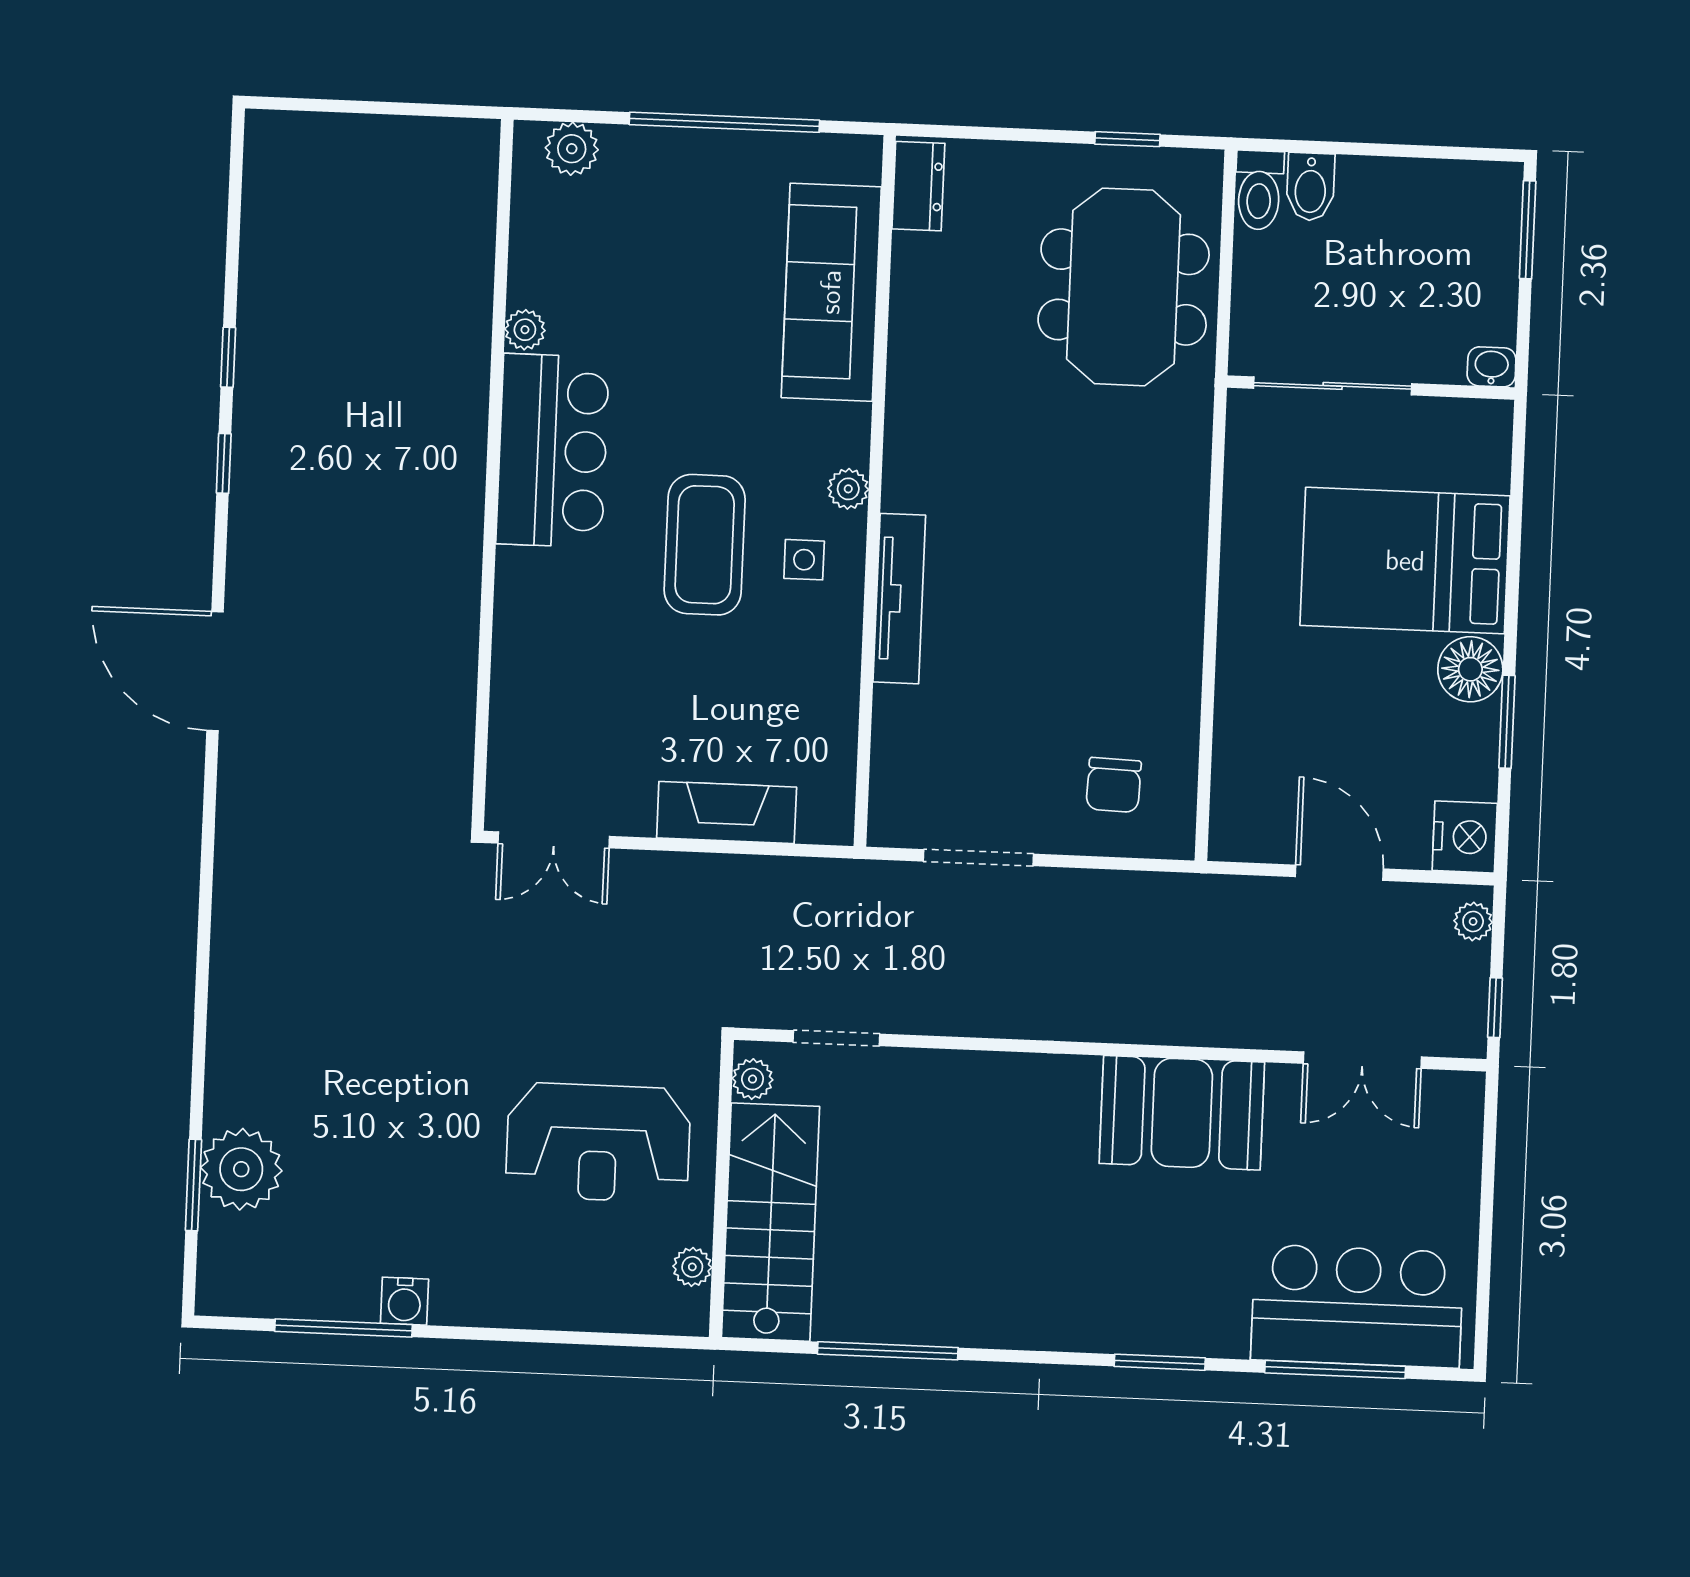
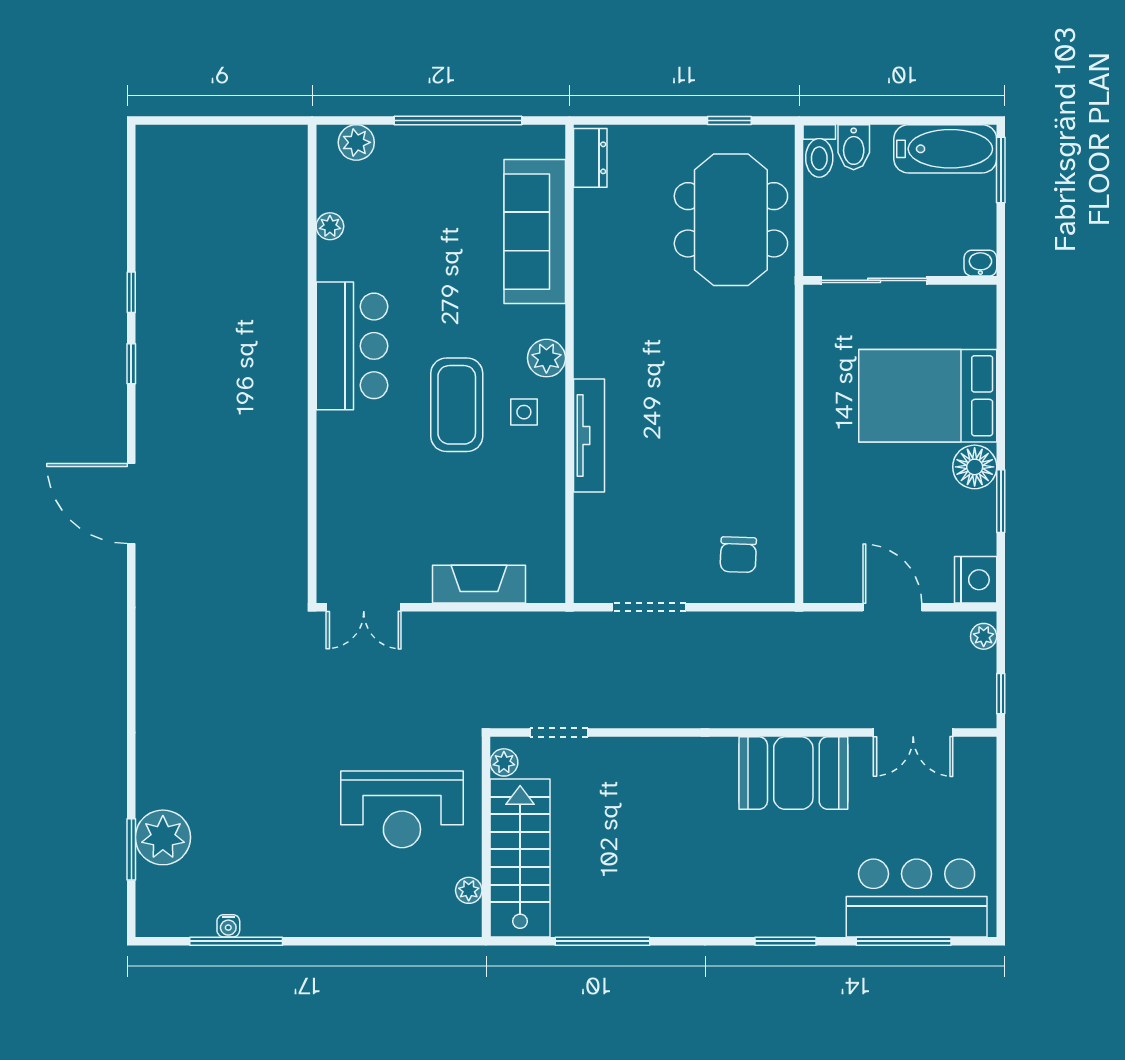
bathtub: (1446, 195) -> (945, 149), added
plant: (525, 330) -> (330, 226), moved
plant: (848, 489) -> (546, 358), width x1.38, depth x1.38
water cooler: (404, 1301) -> (228, 926), moved, width x0.72, depth x0.72

